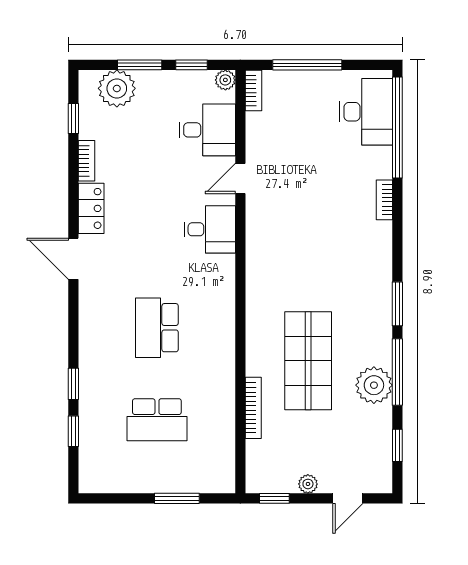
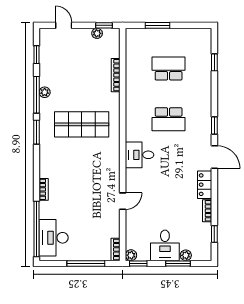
window: (192, 65) -> (138, 263), moved
plant: (117, 88) -> (186, 255), width x0.53, depth x0.53
desk: (207, 130) -> (165, 245), moved, turned -90
desk: (210, 229) -> (140, 155), moved
school desk: (157, 328) -> (169, 119), turned 90
shop shelf: (308, 361) -> (82, 124), moved, turned 90
window: (73, 384) -> (214, 125), moved
plant: (374, 385) -> (45, 92), width x0.53, depth x0.53
plant: (308, 484) -> (97, 33), moved
door: (348, 498) -> (64, 25), hinge flipped

